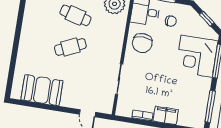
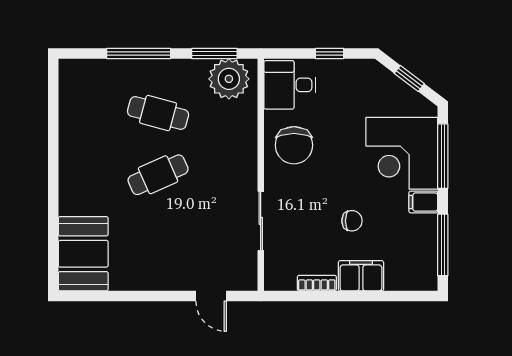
chair: (171, 21) -> (352, 221), moved
filing cabinet: (204, 83) -> (423, 202), added
booth: (42, 90) -> (83, 254), moved, turned 90

